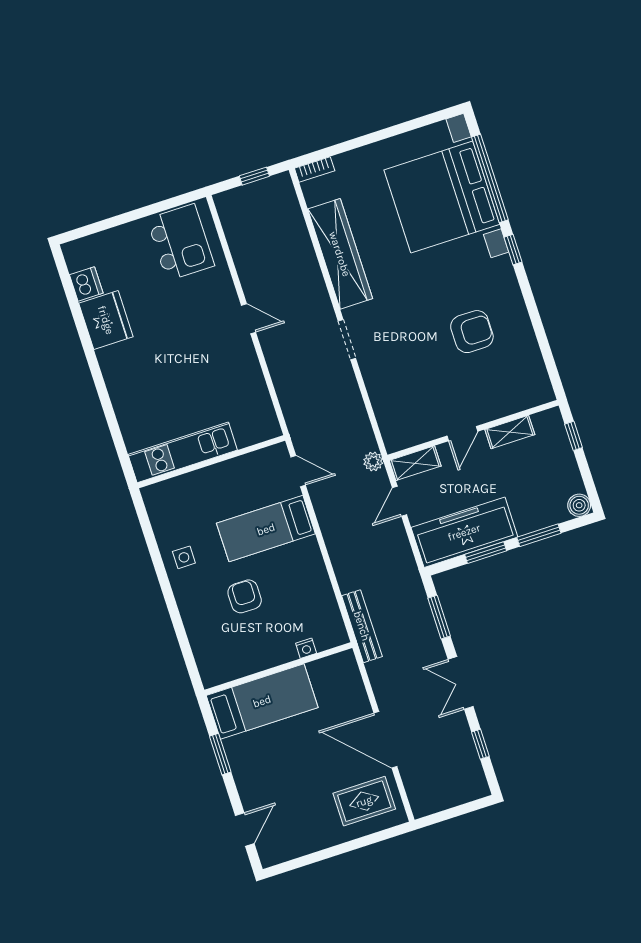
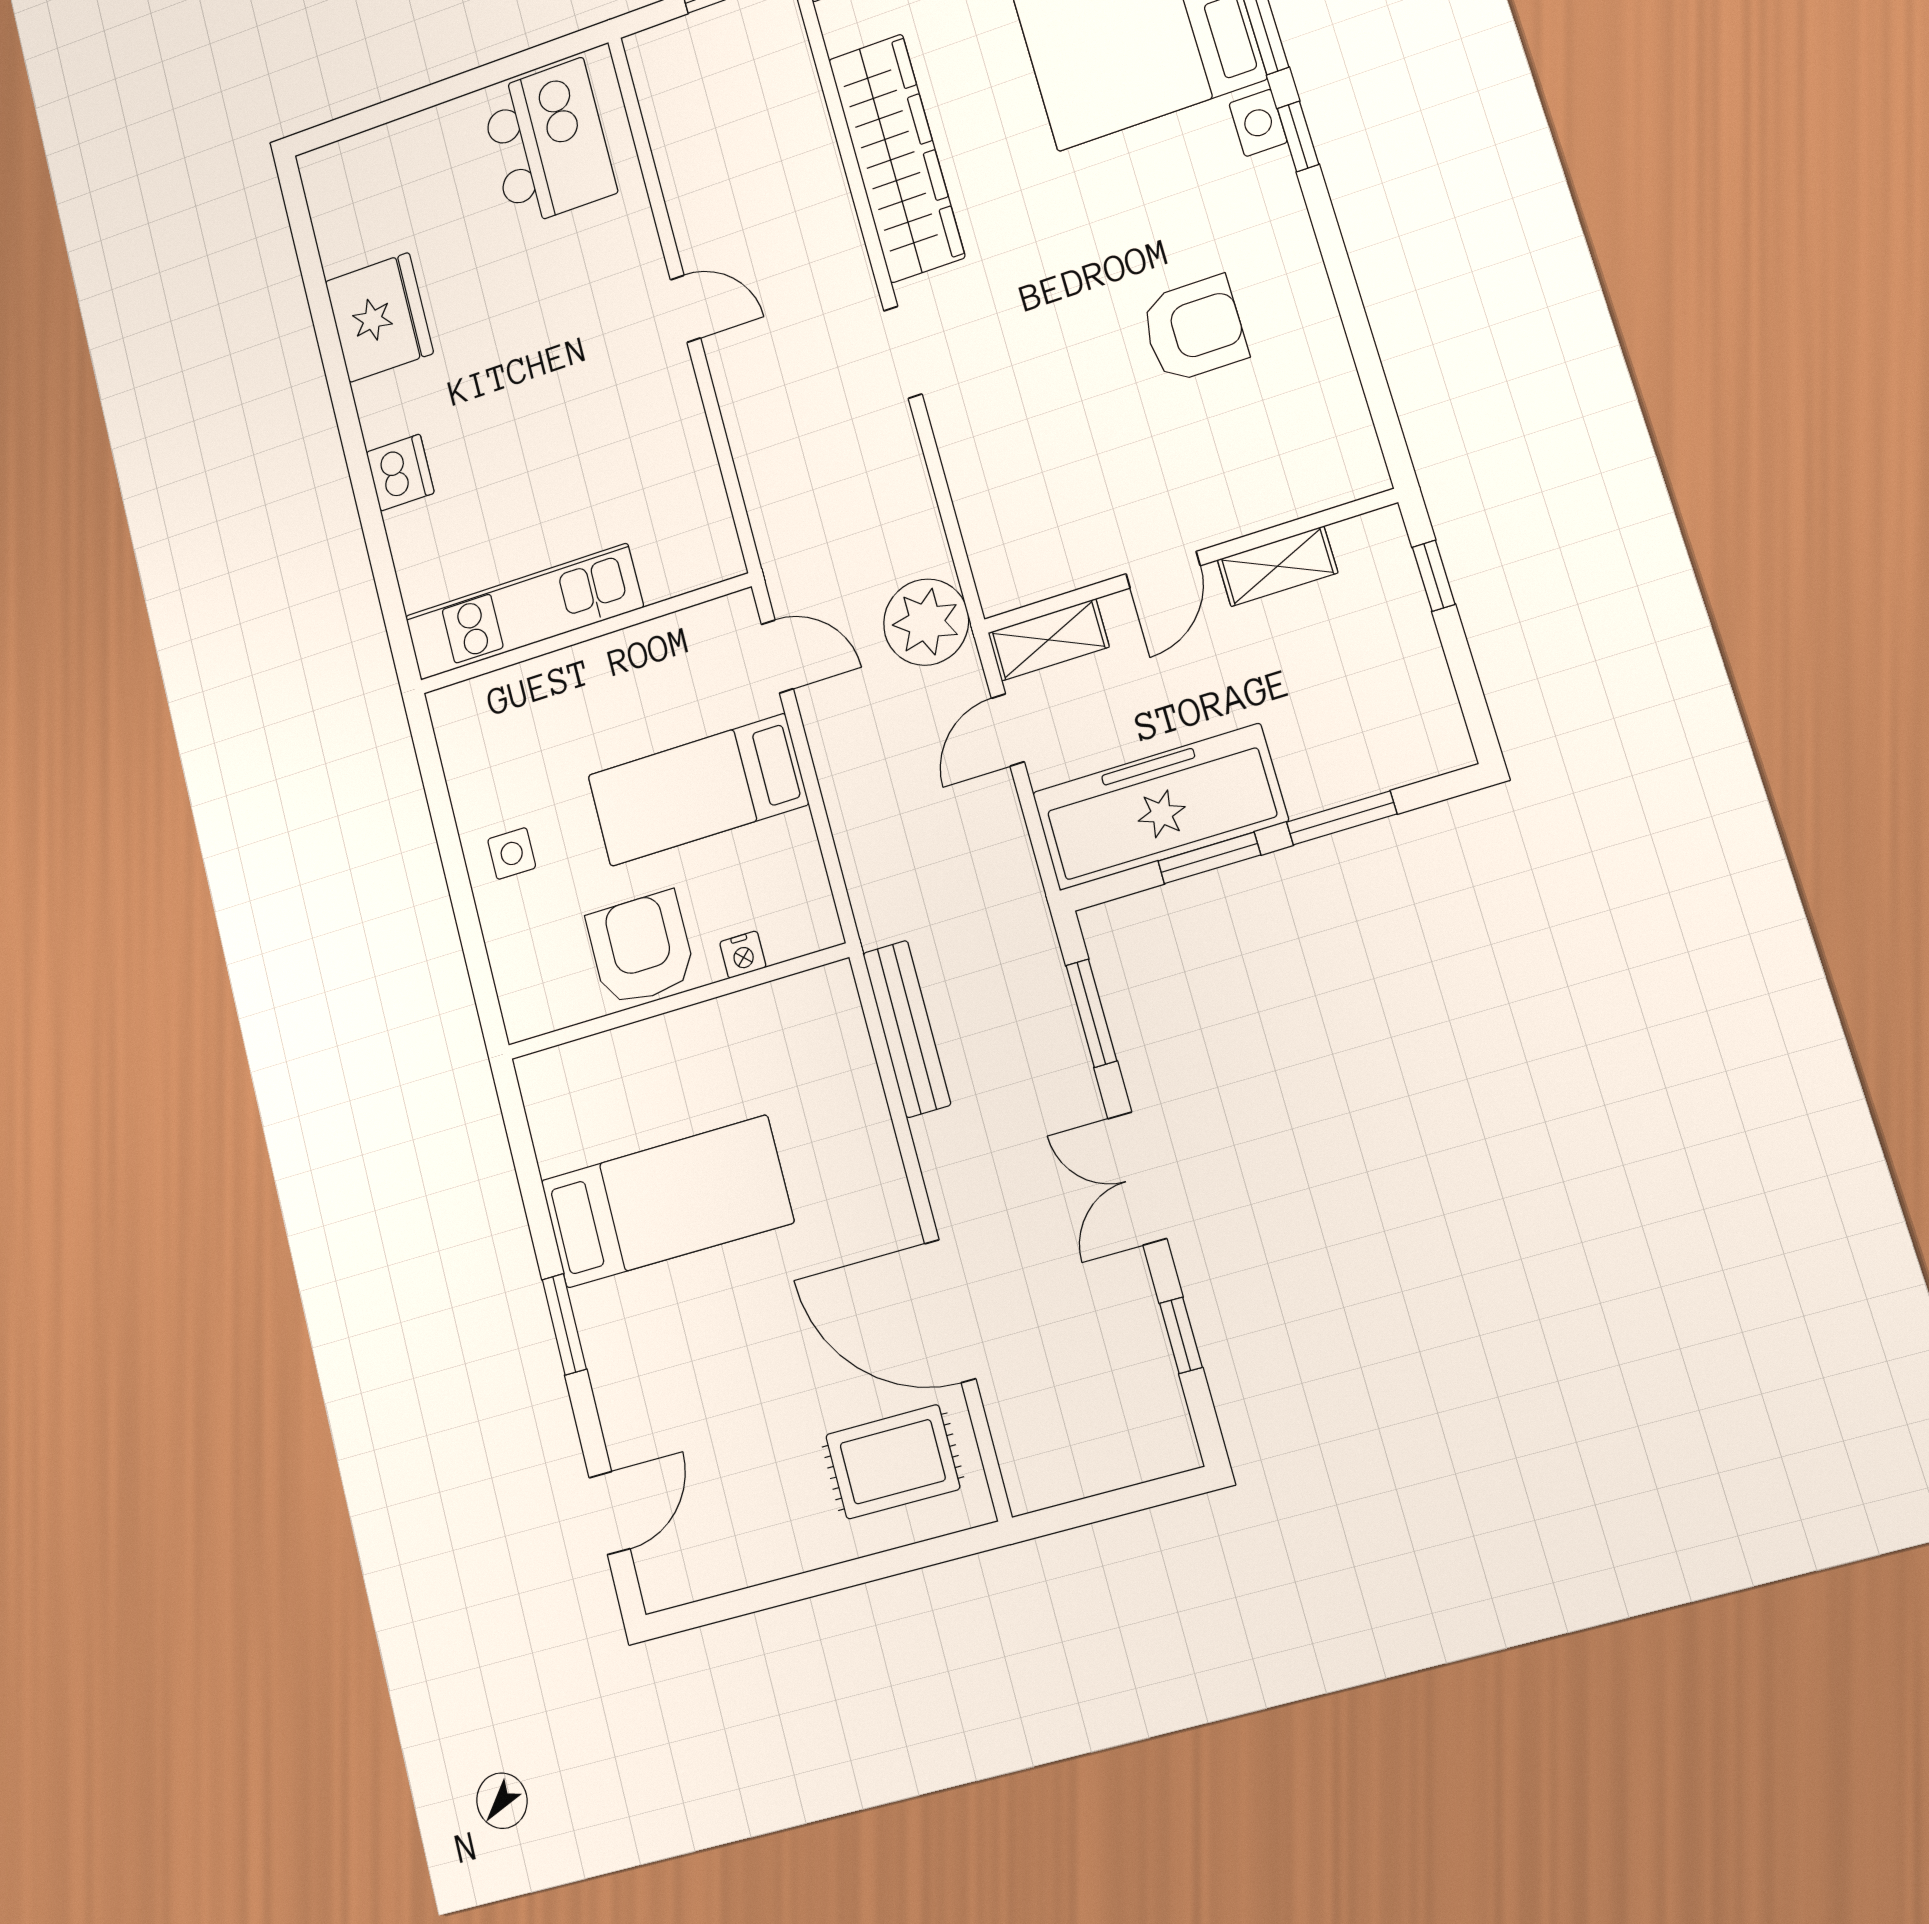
dishwasher: (86, 284) -> (400, 473), moved
plant: (373, 461) -> (926, 622), width x1.87, depth x1.87
boiler: (579, 505) -> (1444, 746), removed
armchair: (245, 596) -> (641, 949), width x1.38, depth x1.38
nightstand: (306, 648) -> (743, 955), moved
wall: (278, 669) -> (677, 1002), moved

